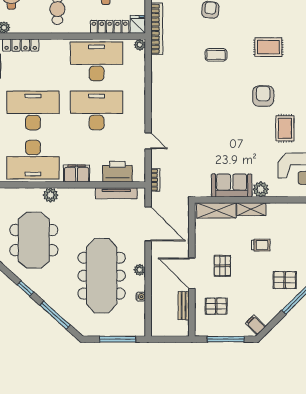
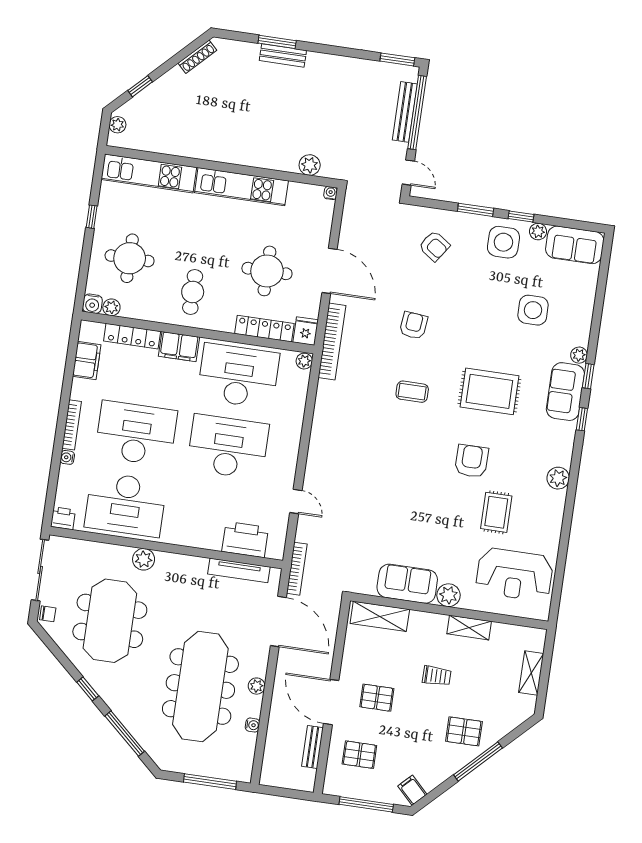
rug: (268, 47) -> (489, 391), width x1.36, depth x1.43
filing cabinet: (77, 174) -> (179, 347), moved, turned 180
bookcase: (155, 180) -> (297, 569), width x1.56
shelving: (251, 209) -> (469, 628), moved
pallet: (222, 266) -> (377, 698), turned 90

